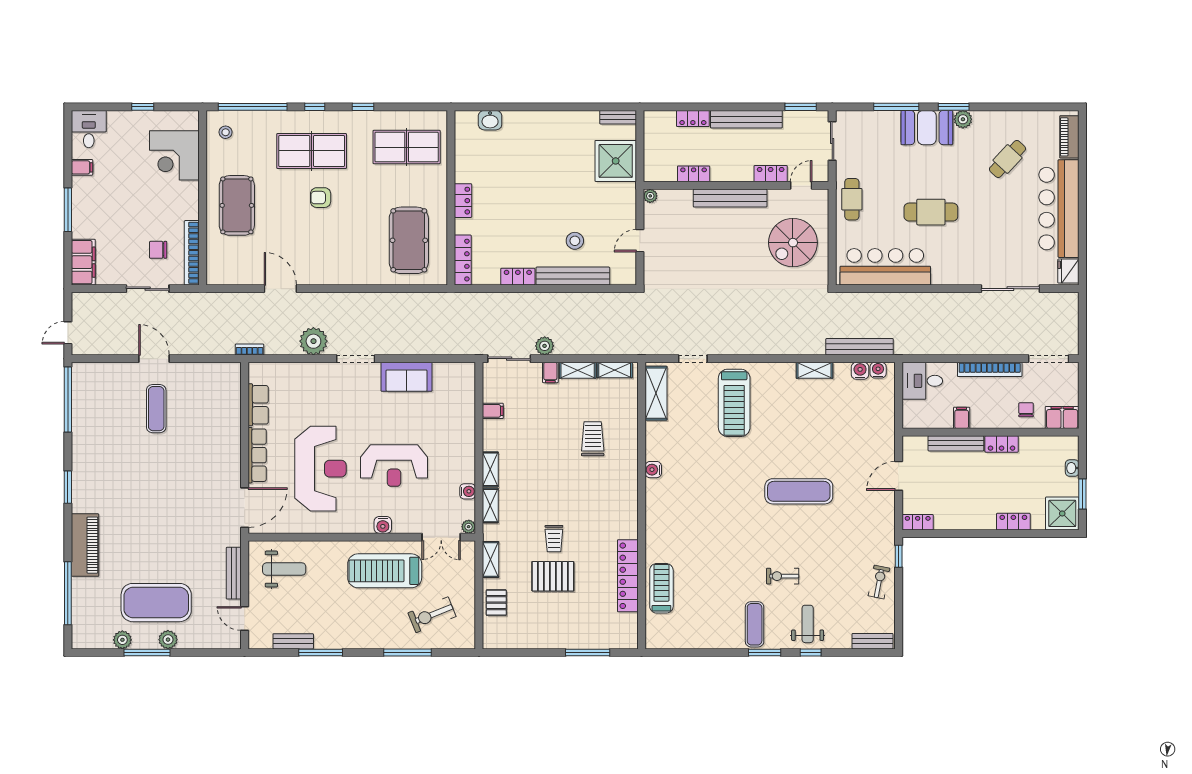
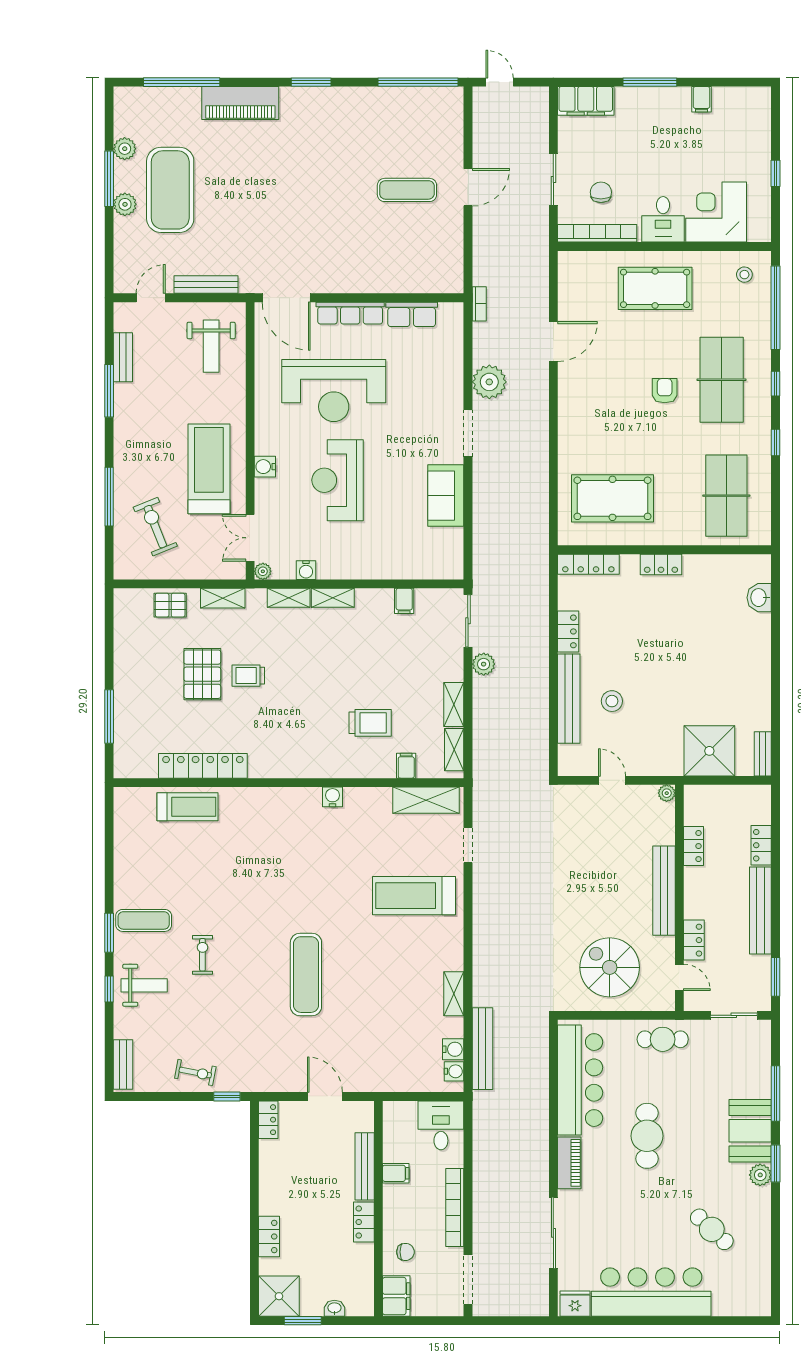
desk: (89, 129) -> (663, 219), moved, turned 90
piano: (1069, 137) -> (569, 1163), moved, turned 90
filing cabinet: (550, 372) -> (406, 766), moved, turned 90

